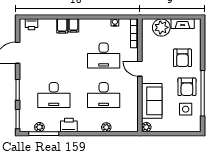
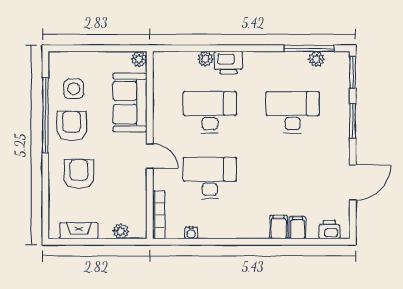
filing cabinet: (73, 25) -> (297, 228), moved
plant: (161, 27) -> (121, 231), width x0.53, depth x0.53
printer: (69, 125) -> (228, 63), moved

